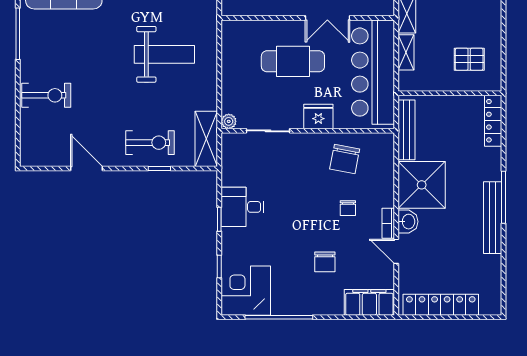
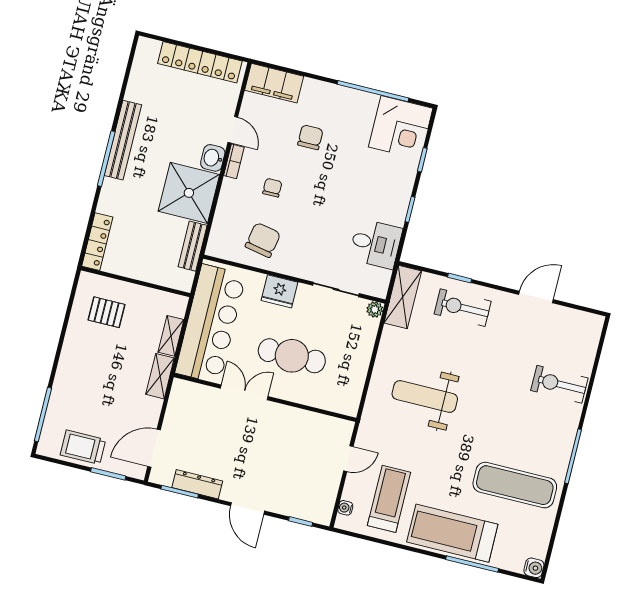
bench: (406, 130) -> (193, 246), width x0.73
door: (87, 168) -> (536, 297), swing flipped
desk: (243, 207) -> (376, 244), moved

